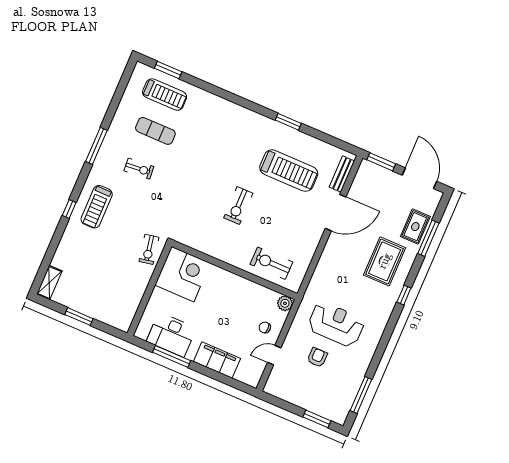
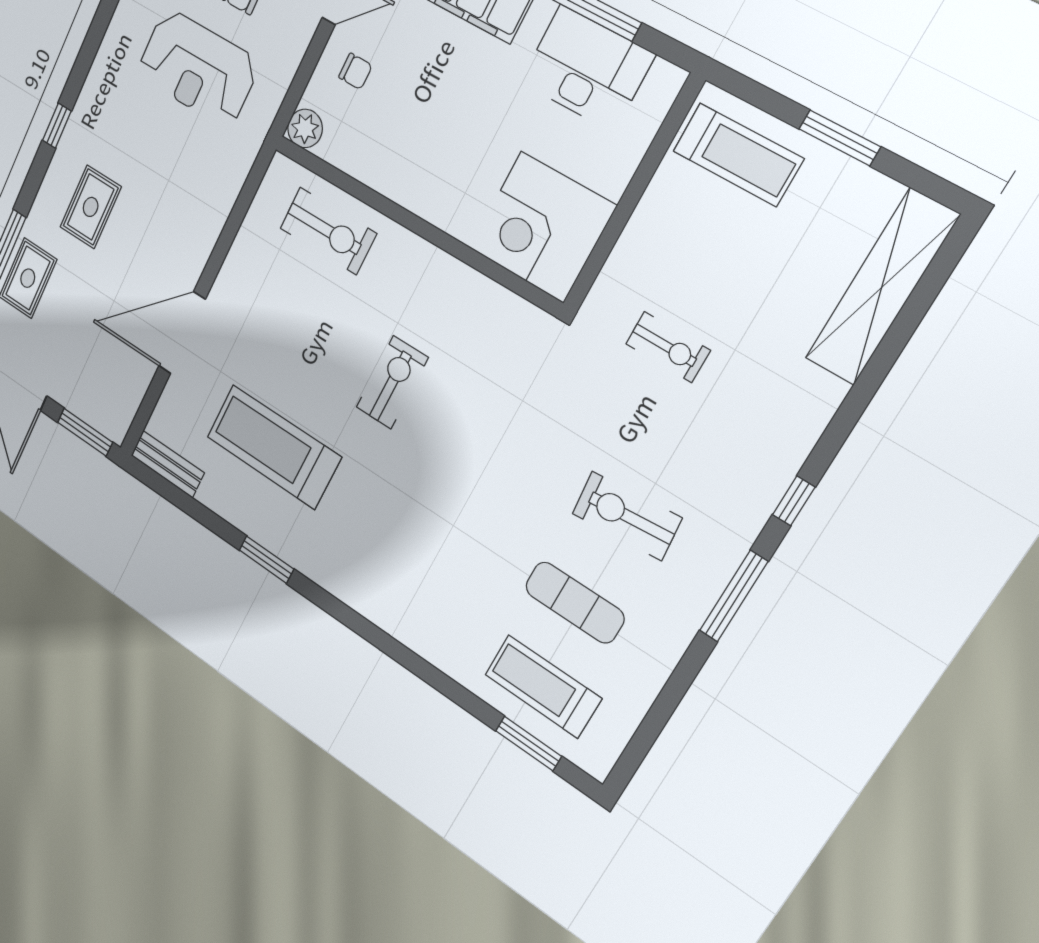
exercise bike: (139, 169) -> (627, 516), width x1.38, depth x1.39
bench: (342, 174) -> (168, 464), moved, turned 90
treadmill: (97, 207) -> (738, 155), moved, turned 90
window: (69, 209) -> (794, 501), moved
exercise bike: (149, 249) -> (668, 347), moved, turned 101
rug: (385, 261) -> (91, 207), width x0.73, depth x0.70
shelving: (49, 283) -> (882, 287), width x2.20, depth x1.33

